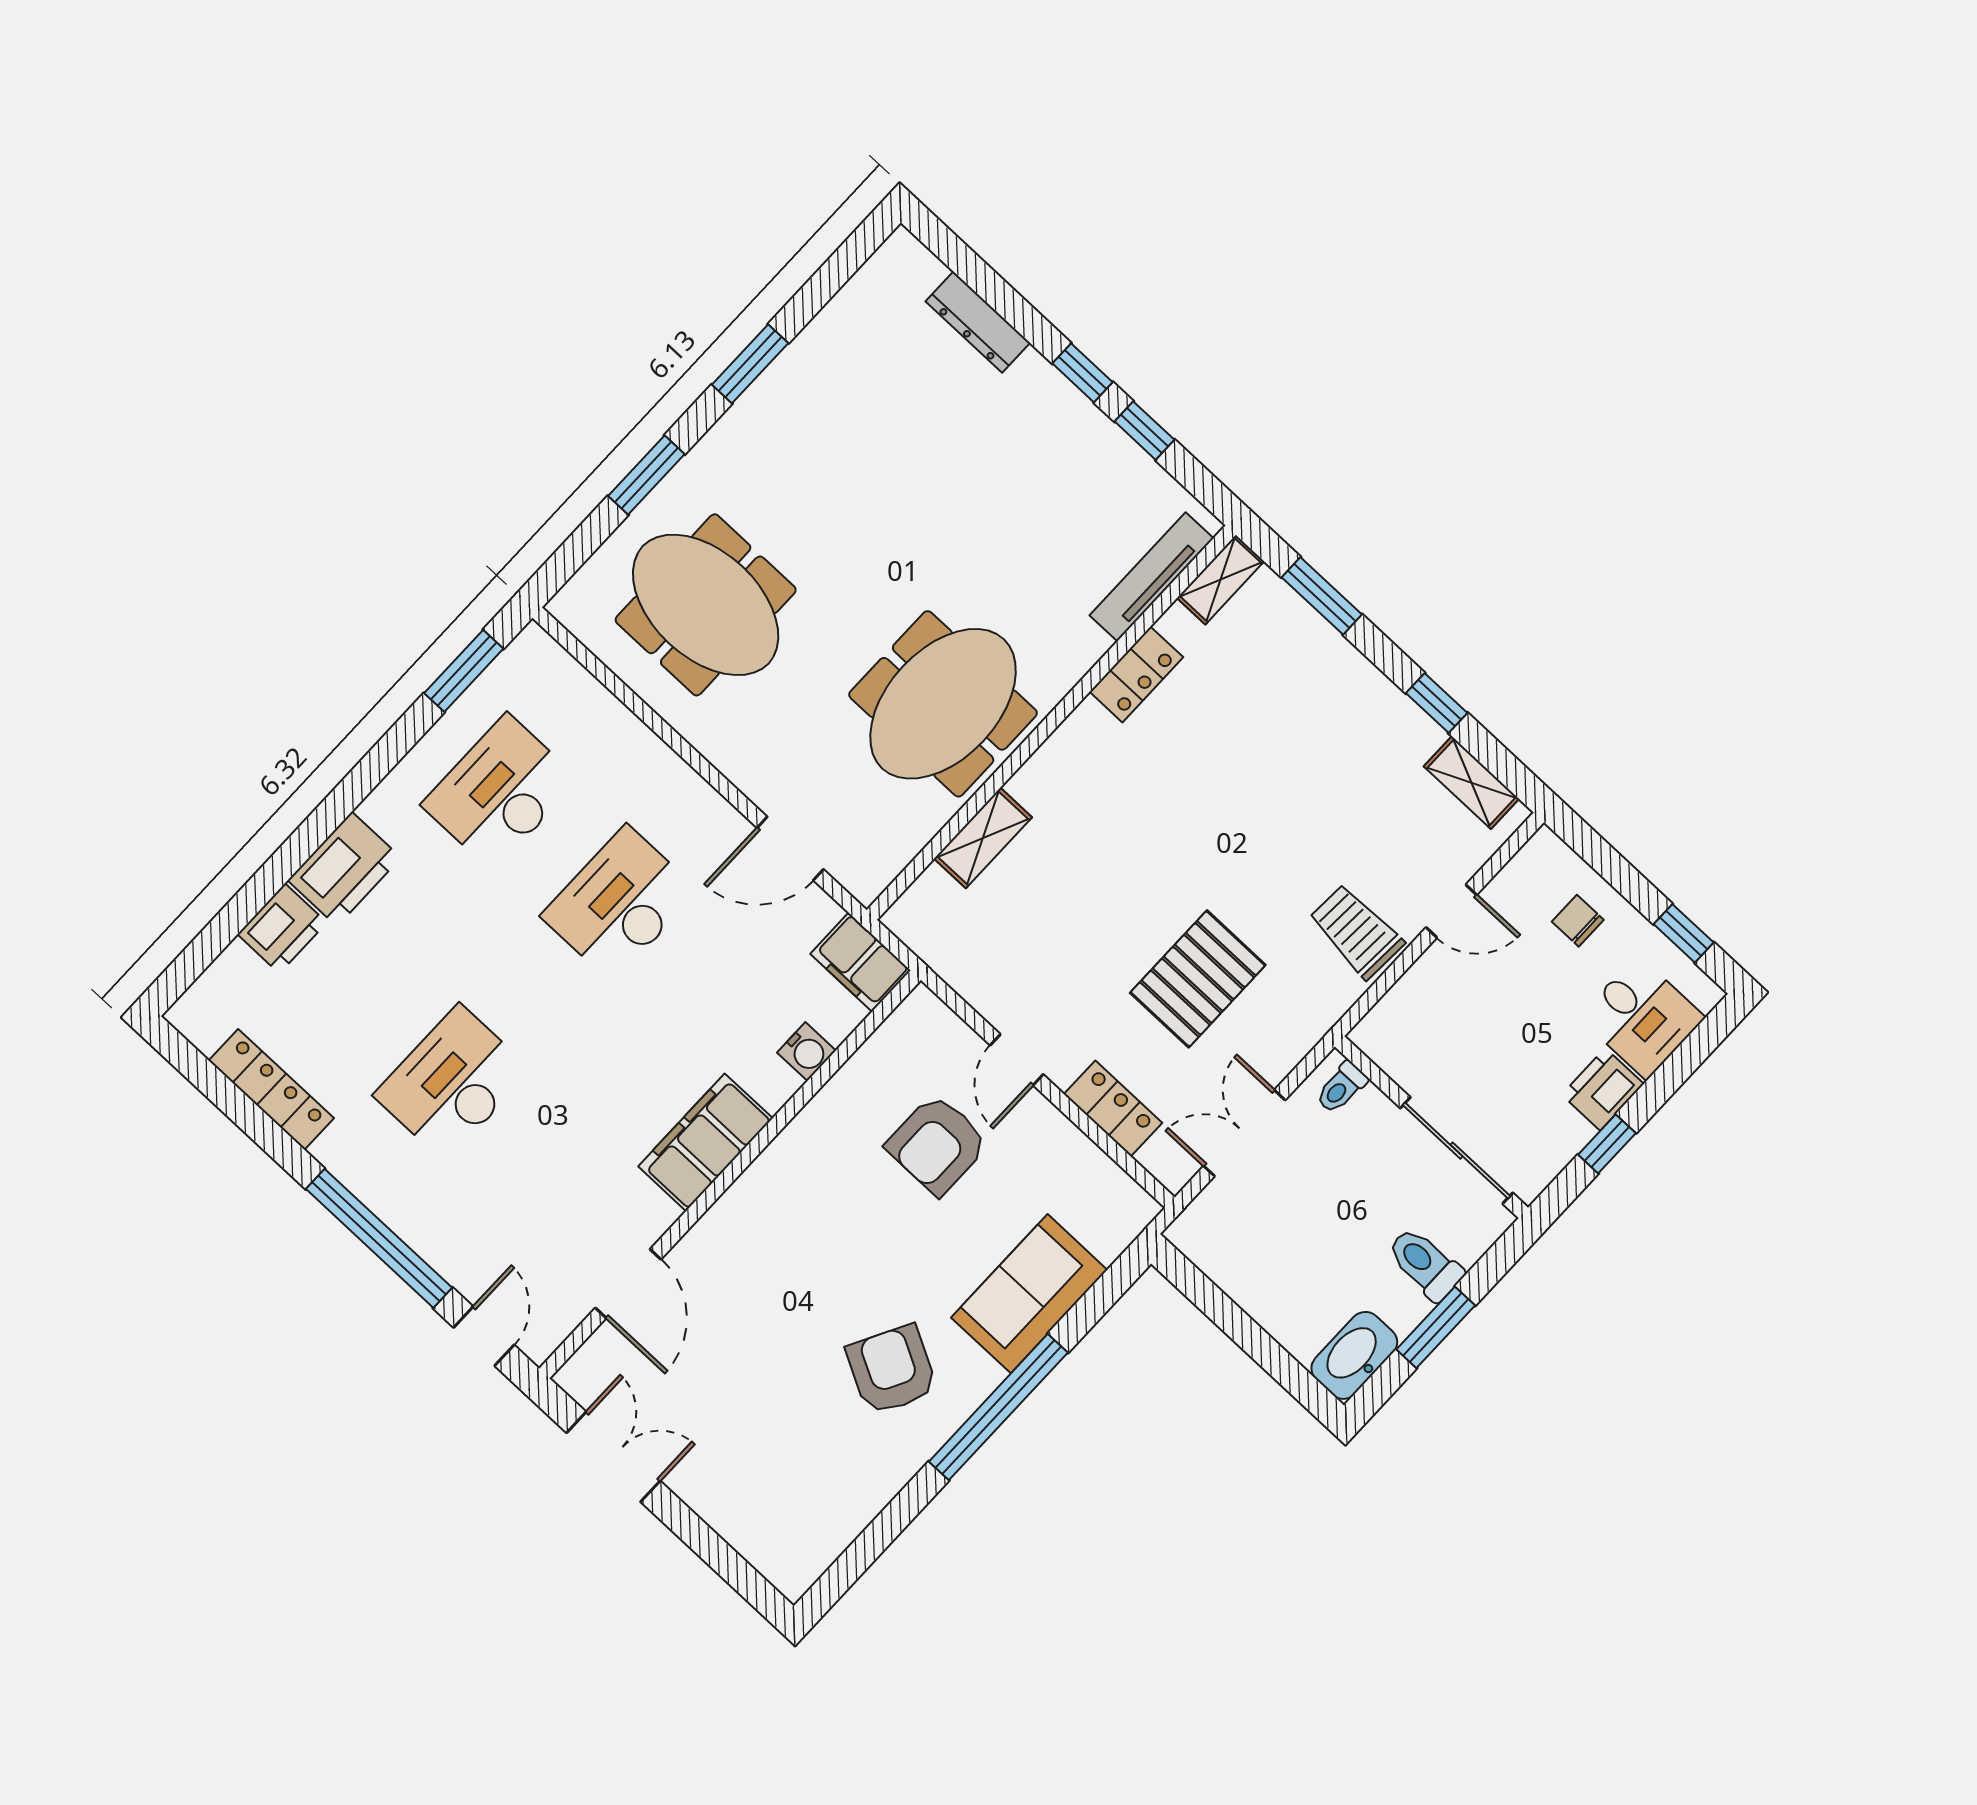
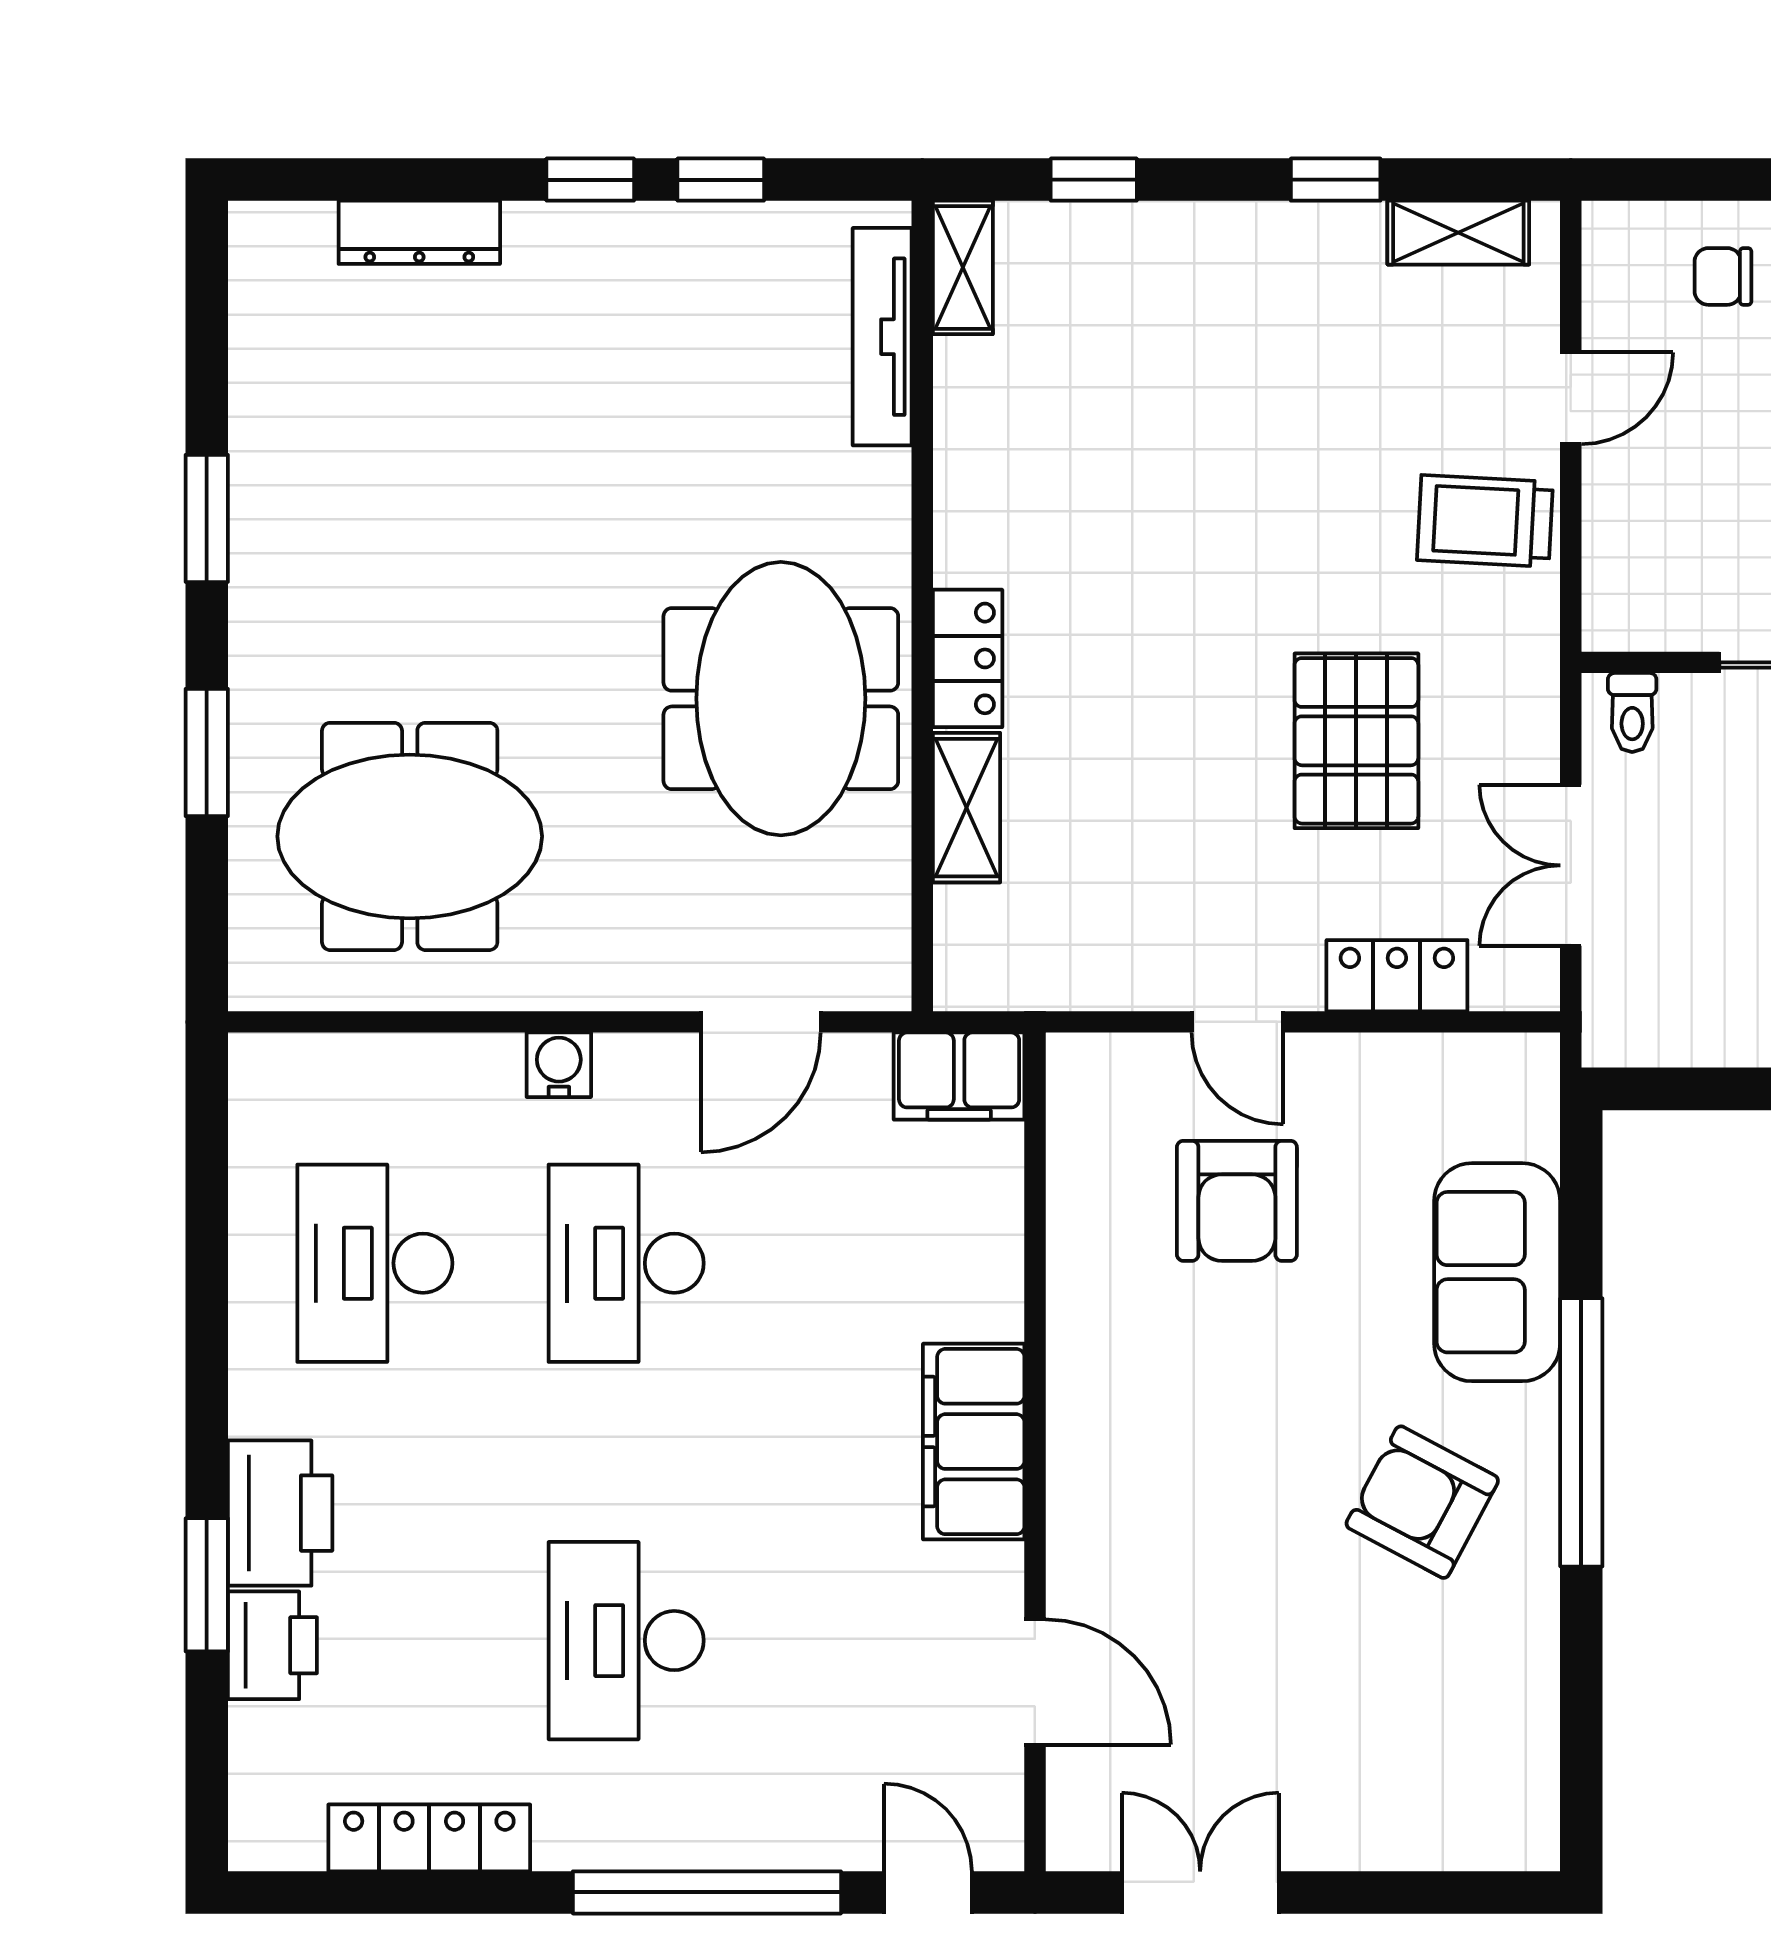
window: (1322, 596) -> (1094, 180), width x0.67
window: (464, 671) -> (207, 1585), moved
locker: (1136, 674) -> (968, 658), moved
water cooler: (807, 1052) -> (559, 1065), moved, turned -90

